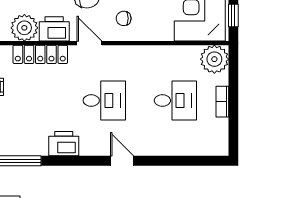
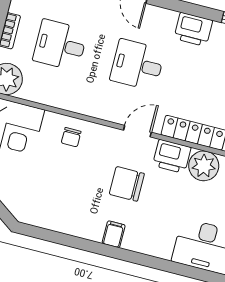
chair: (124, 18) -> (71, 137), moved, turned 90
door: (89, 43) -> (137, 131), swing flipped

